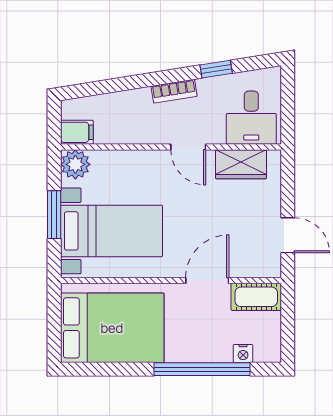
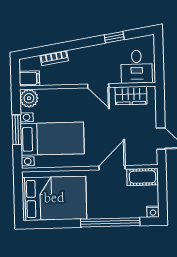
bookcase: (174, 91) -> (54, 58), moved
nightstand: (243, 354) -> (153, 212), moved

